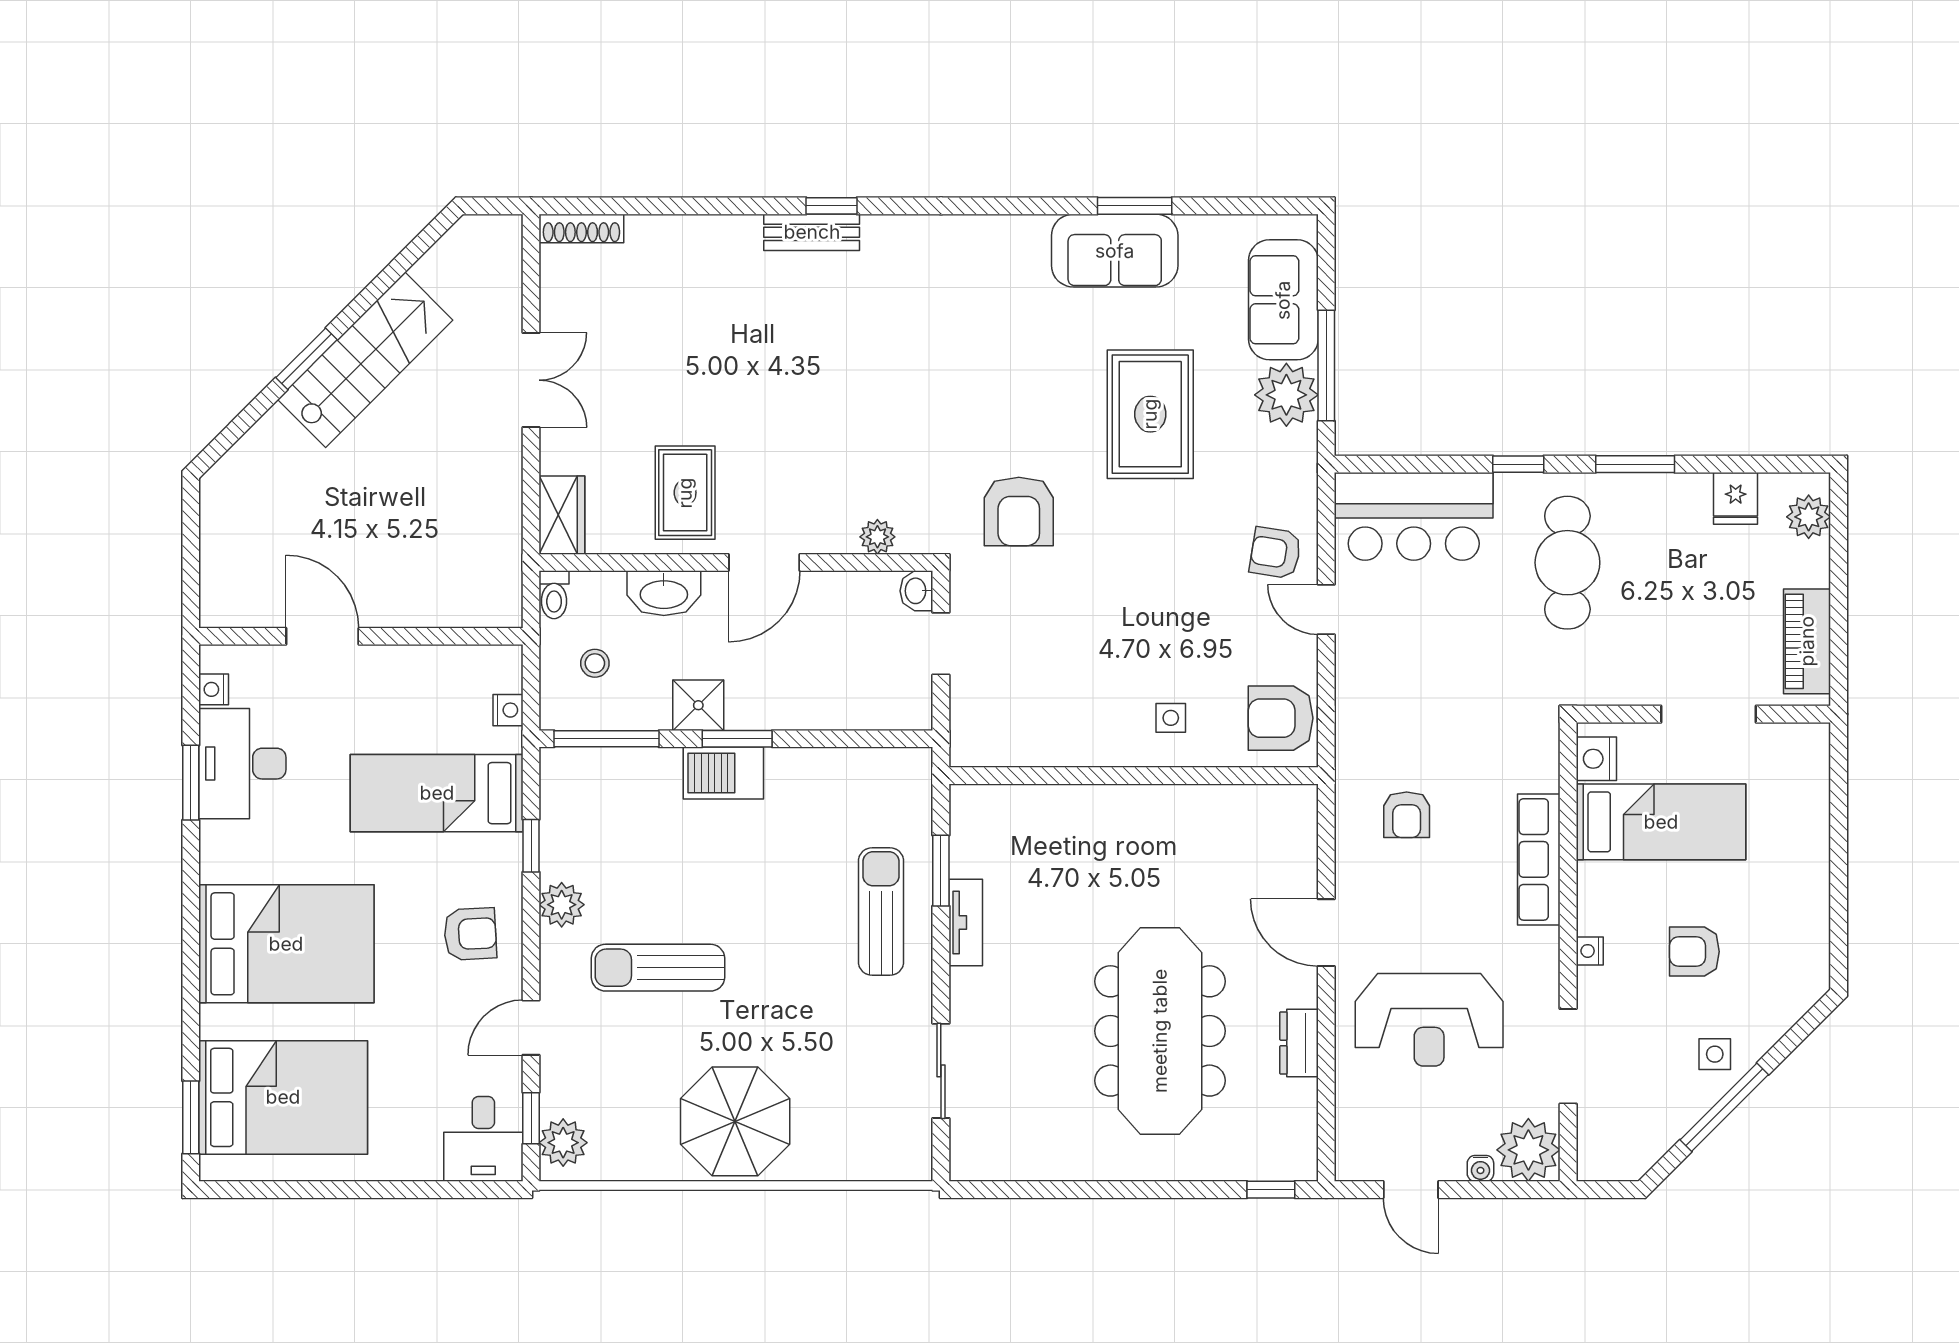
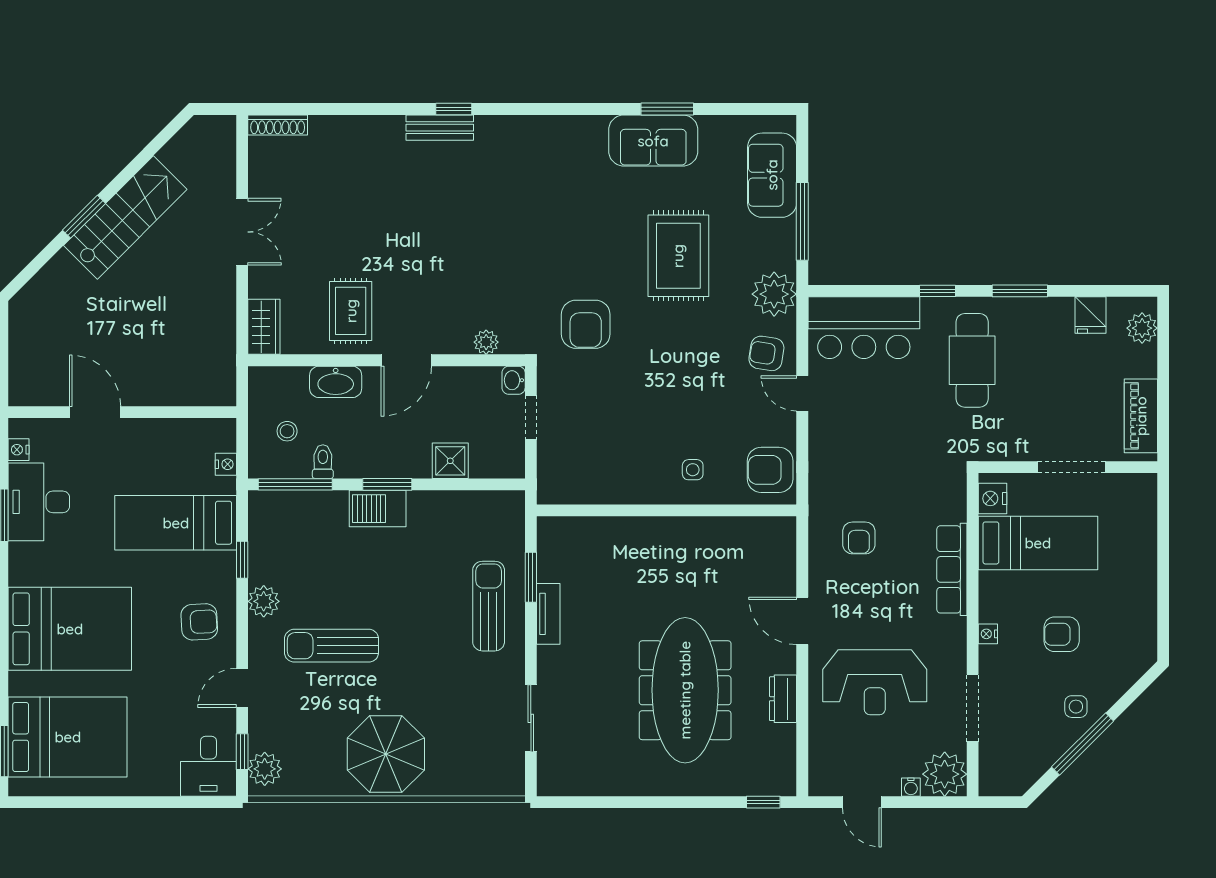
plant: (1286, 395) -> (774, 294), moved
toilet: (554, 595) -> (323, 462), moved, turned 180
shower: (698, 705) -> (450, 461), moved

